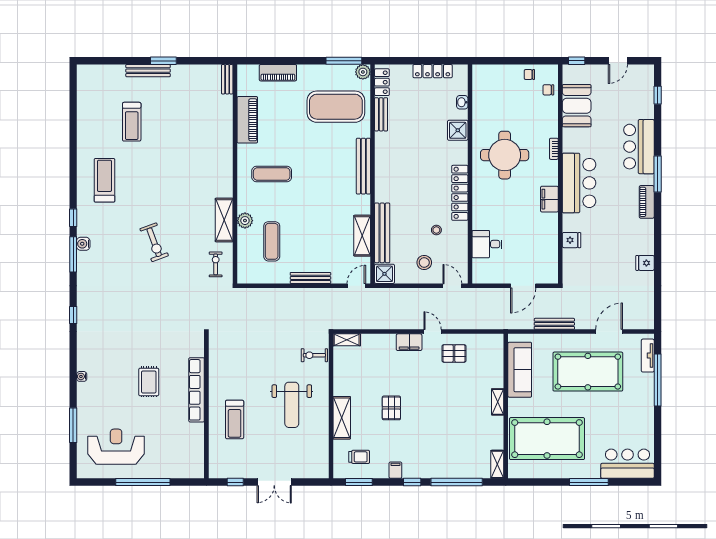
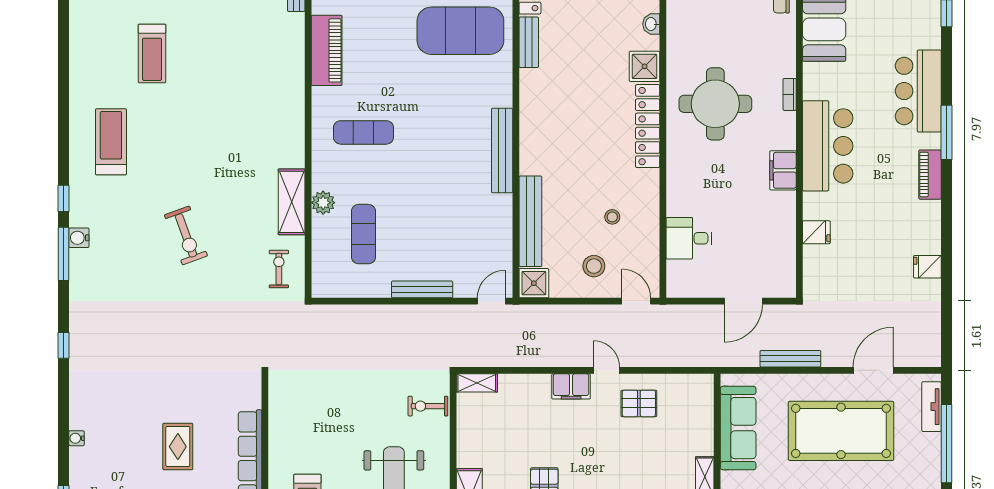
bench: (363, 166) -> (502, 151), moved
locker: (460, 193) -> (648, 126), moved
shelving: (362, 236) -> (500, 226), removed

